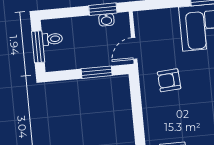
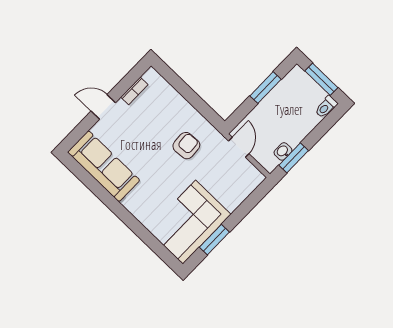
toilet: (52, 39) -> (326, 107), moved
window: (97, 72) -> (265, 88), moved

